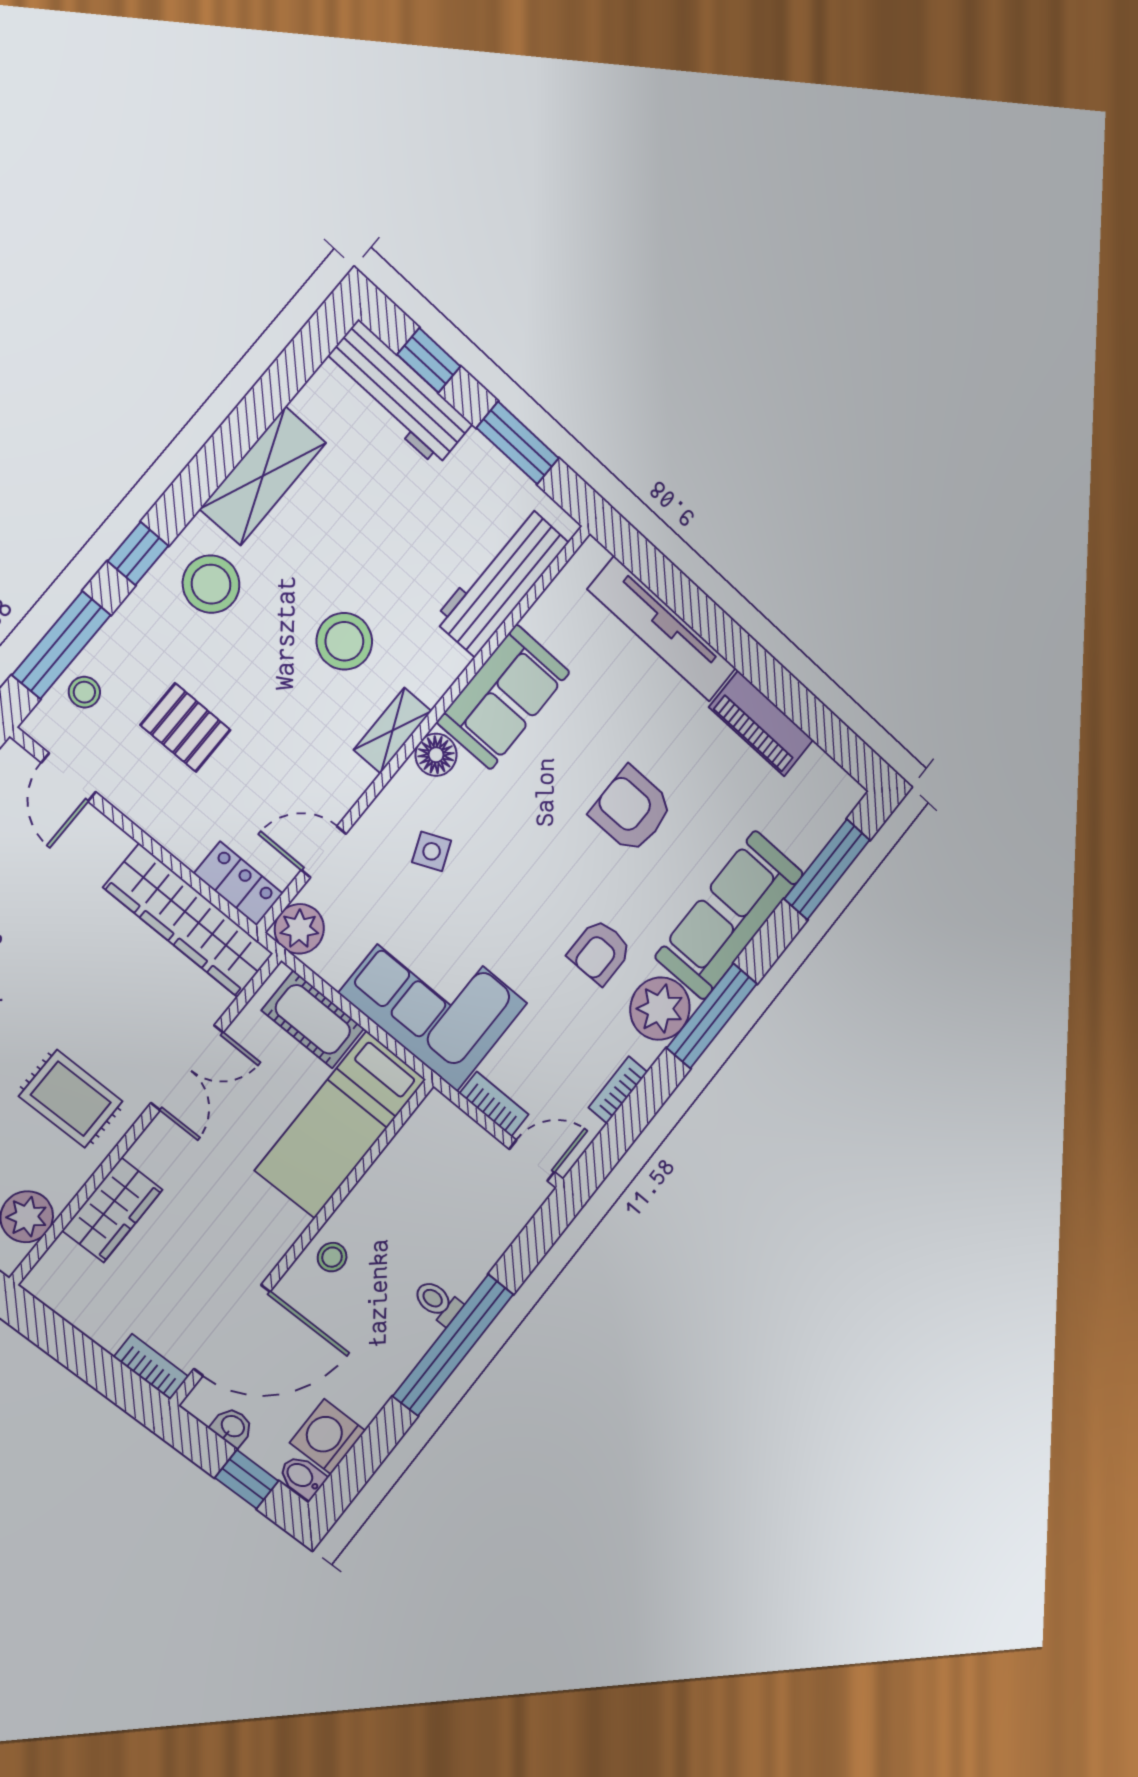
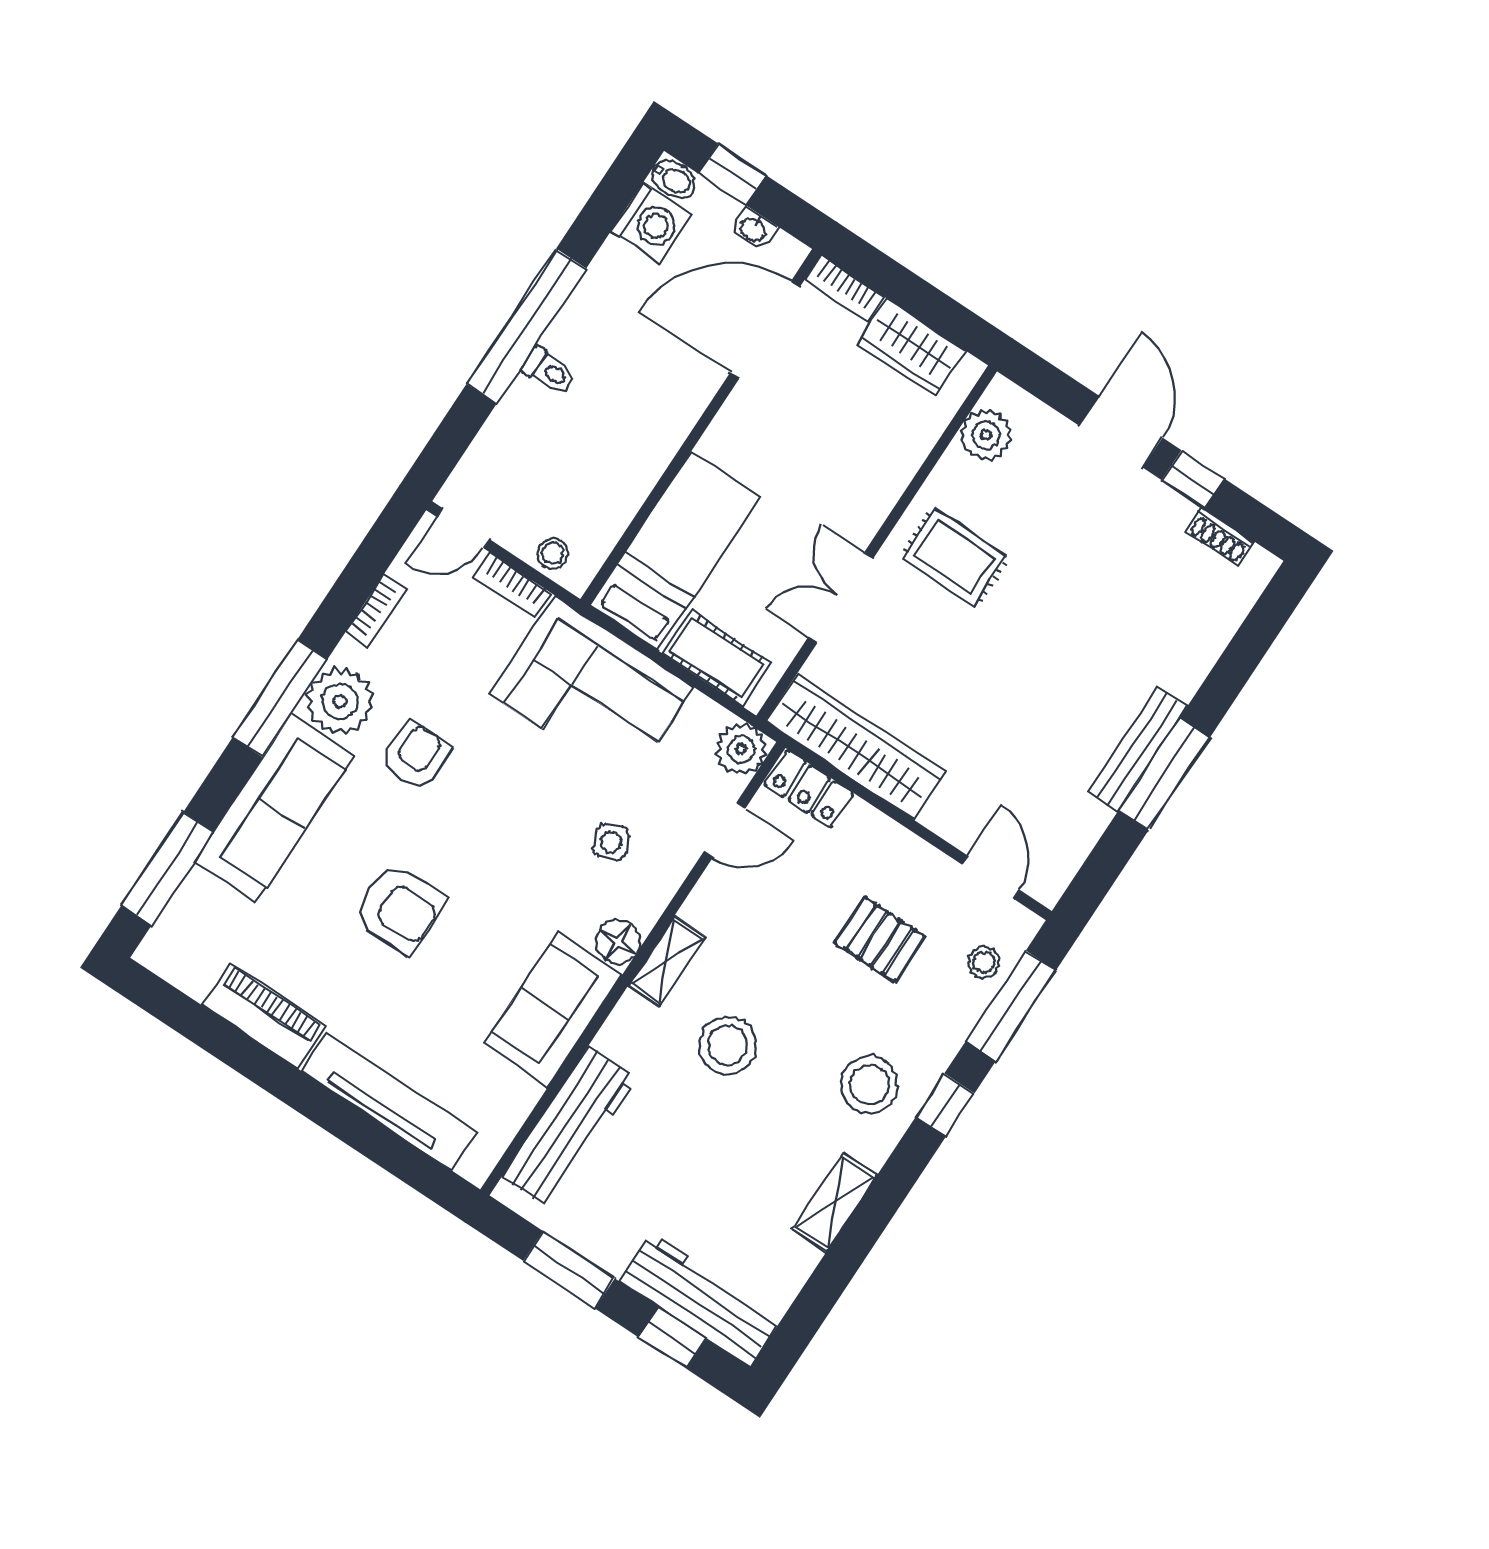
shelving: (263, 476) -> (835, 1202), width x0.67, depth x0.75
wardrobe: (112, 1210) -> (911, 347), moved, turned -90
stool: (332, 1257) -> (552, 554), moved

